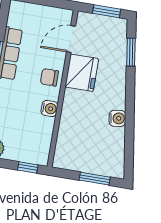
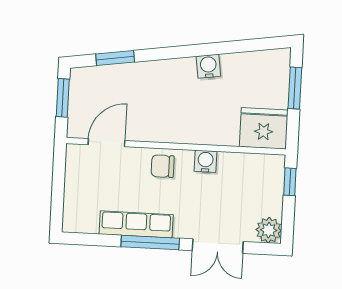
door: (71, 39) -> (107, 143), swing flipped
fridge: (82, 73) -> (264, 128), moved
chair: (49, 77) -> (163, 166), turned 90

